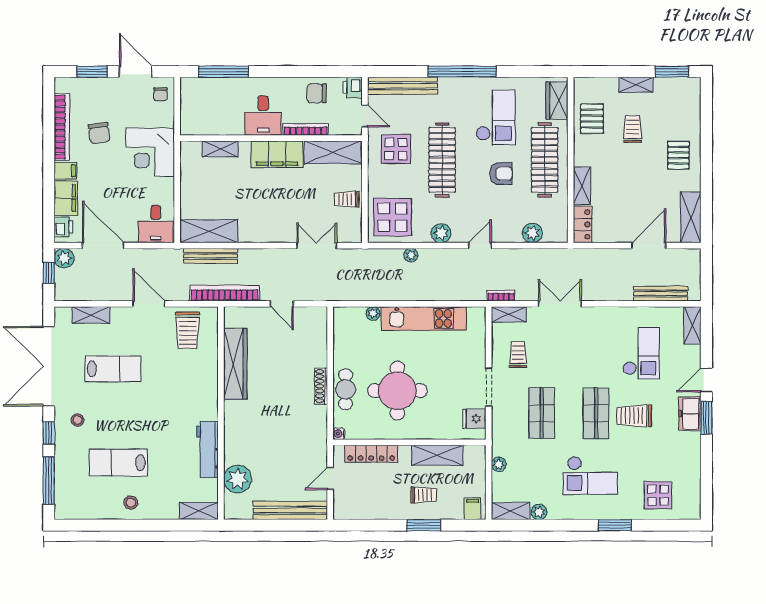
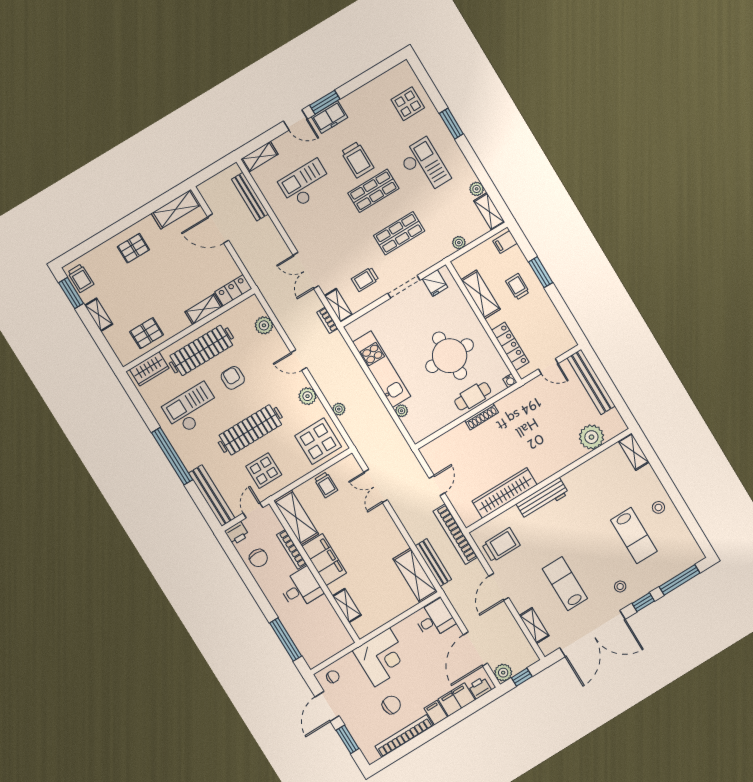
trolley: (633, 129) -> (81, 278), moved, turned -90
workbench: (208, 450) -> (542, 499), moved

